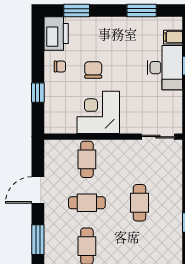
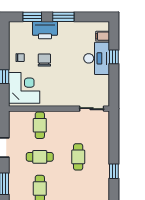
window: (142, 11) -> (63, 17), moved
printer: (56, 34) -> (45, 30), moved, turned 90
corner desk: (98, 112) -> (24, 88), moved, turned 90

